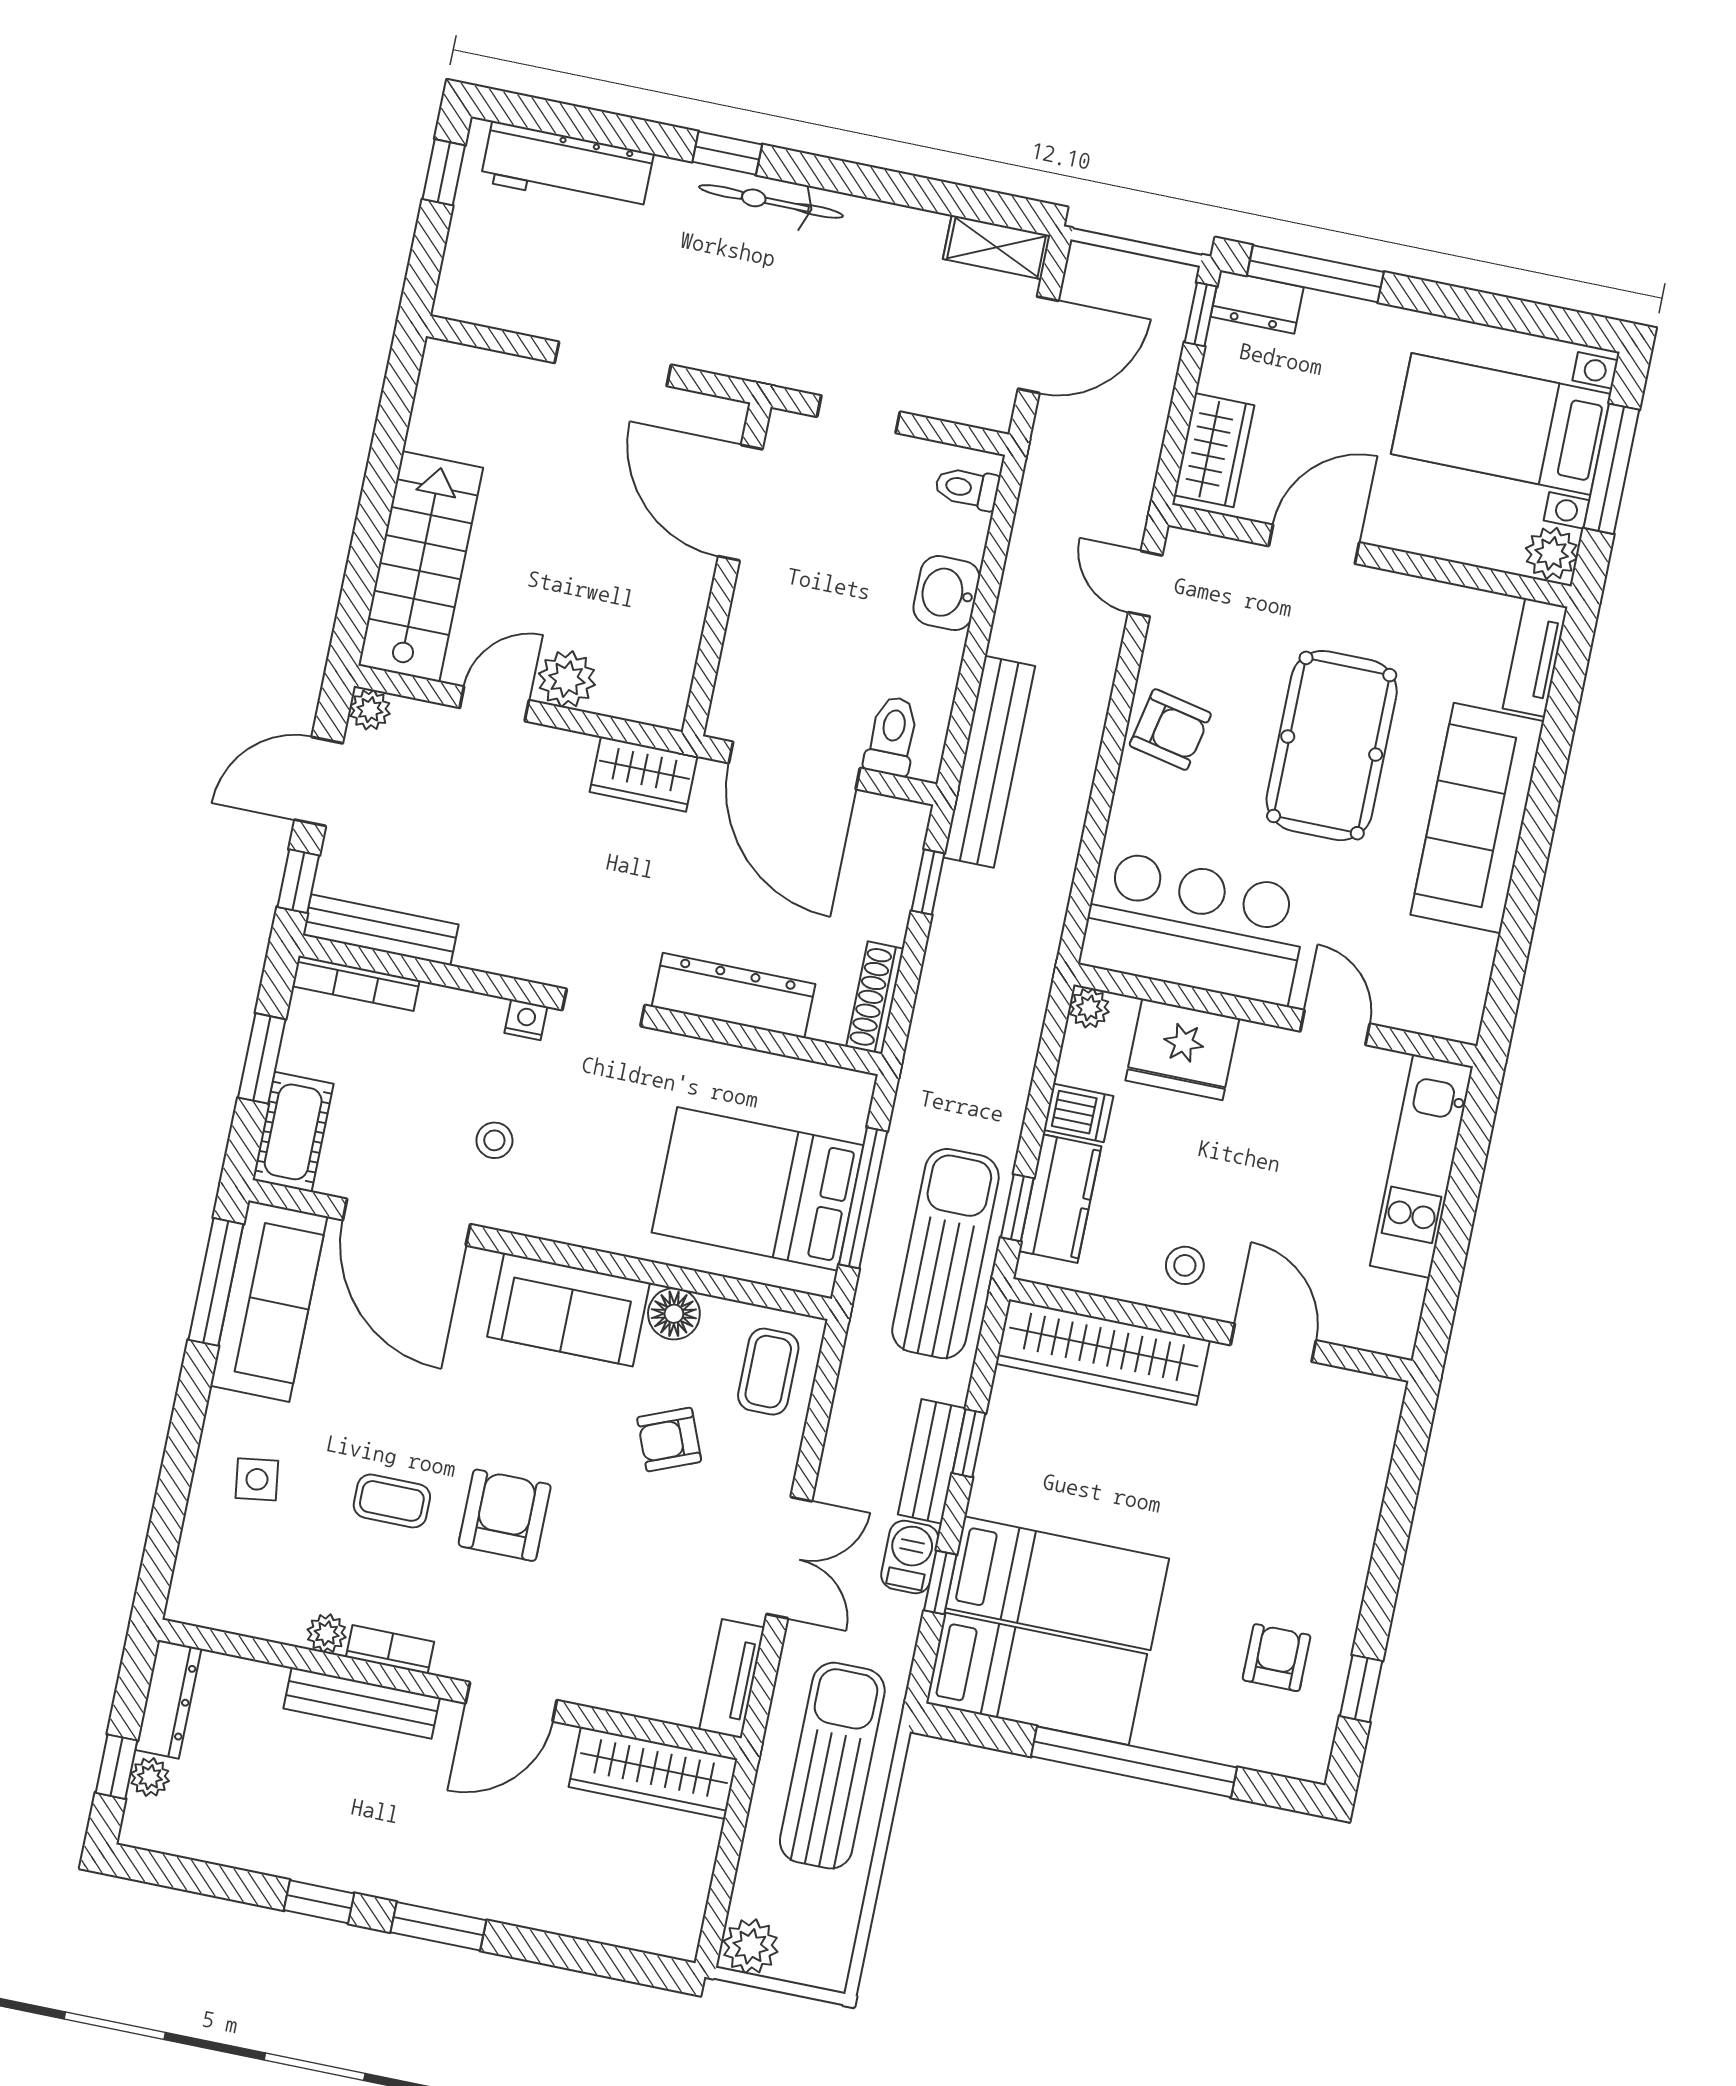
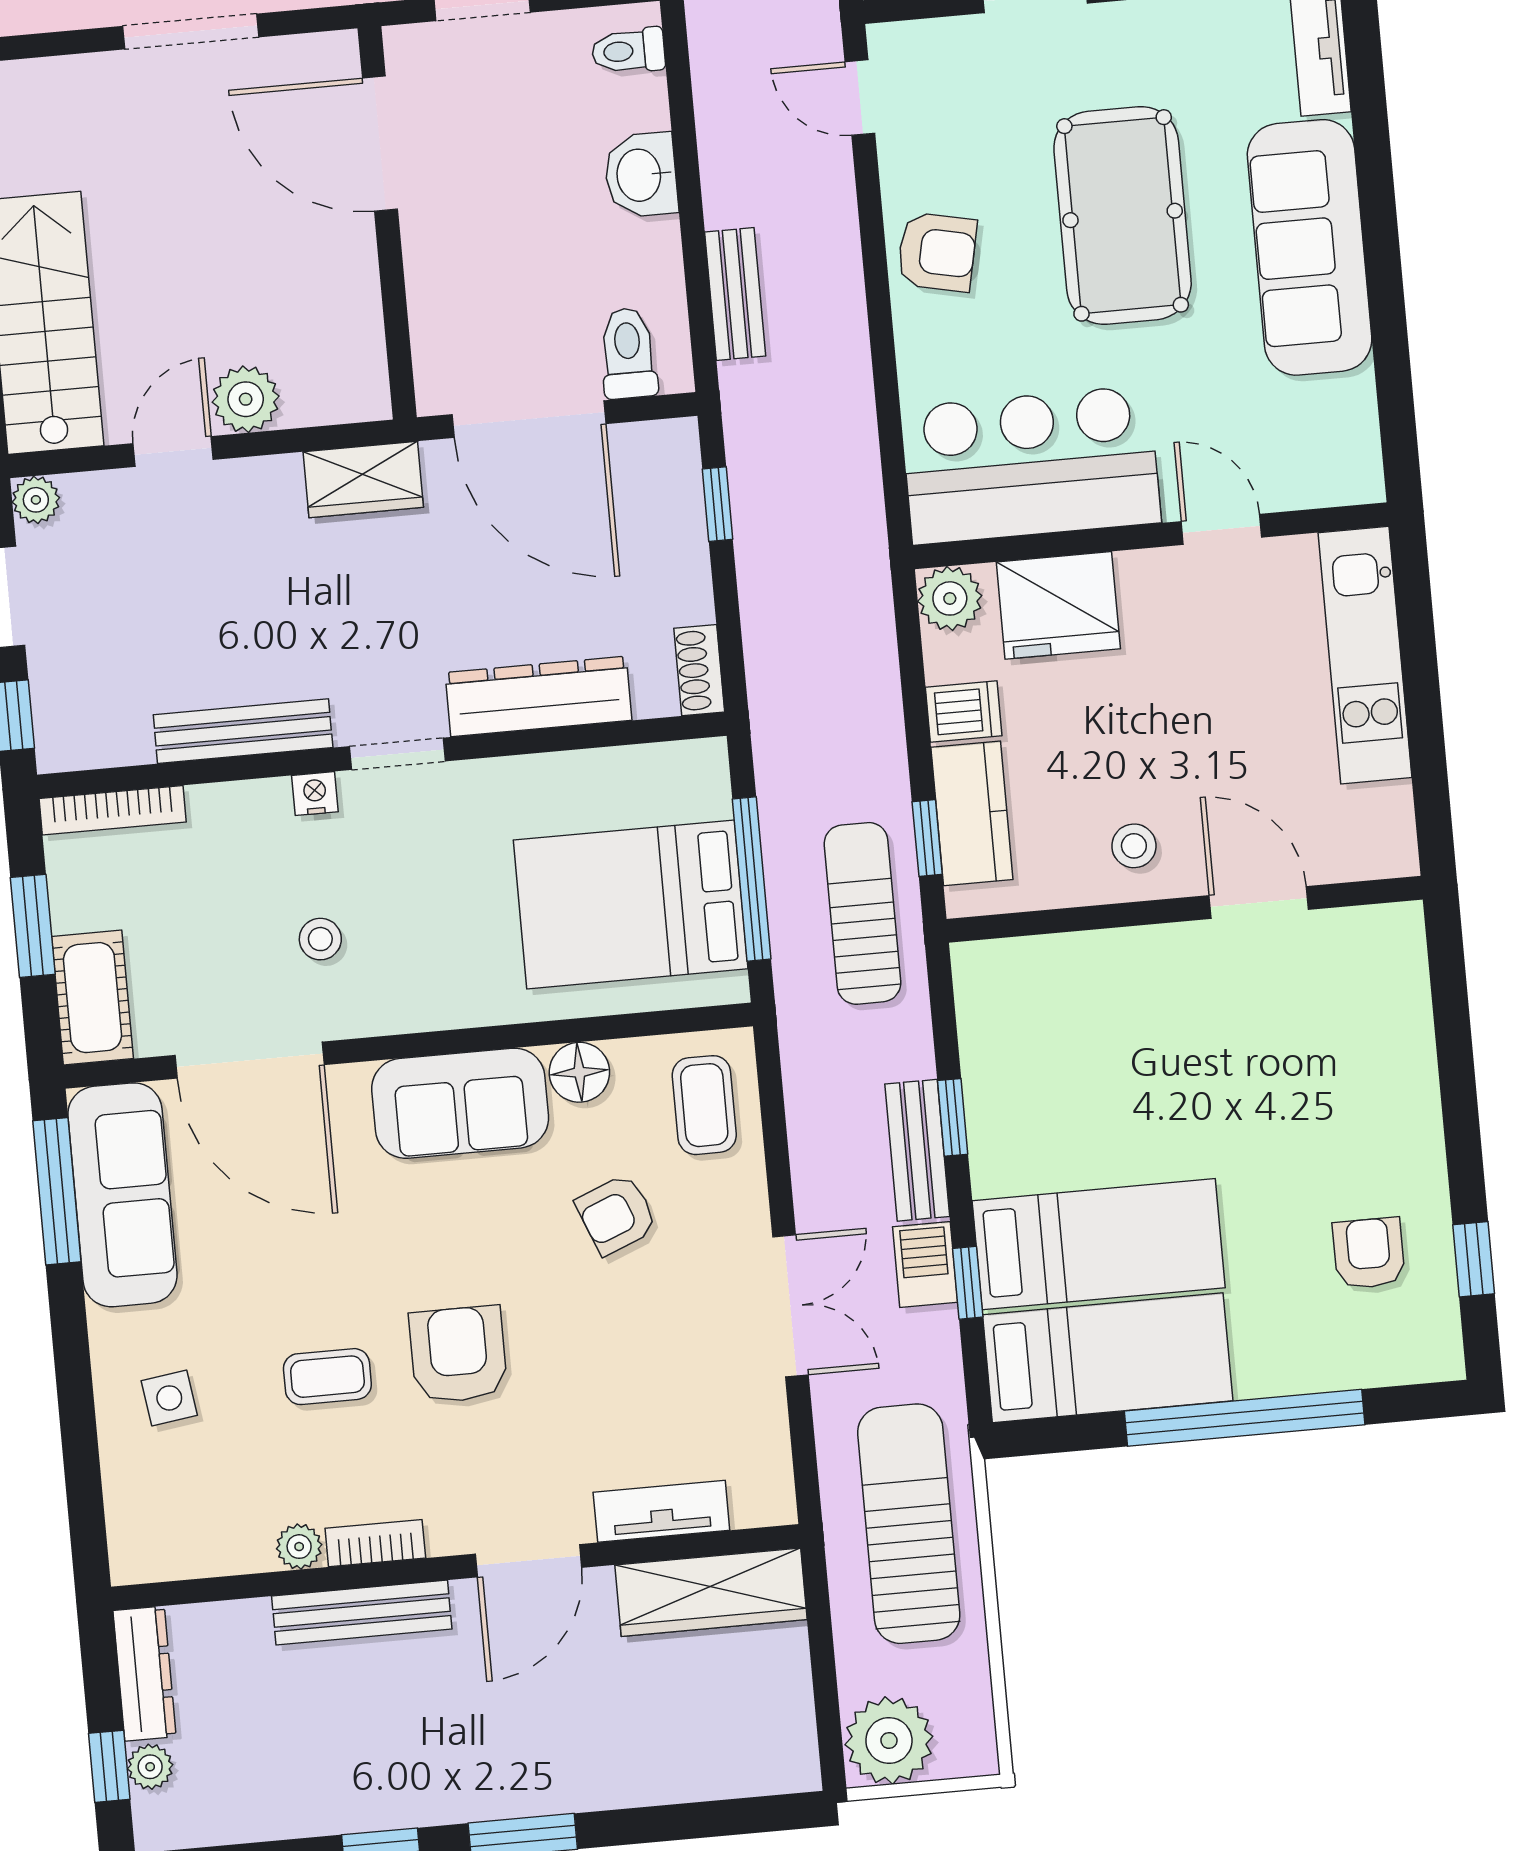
bench: (989, 762) -> (735, 294), width x0.54, depth x0.82
bench: (381, 930) -> (243, 731), moved
shoe rack: (875, 998) -> (699, 670), width x0.70
plant: (1089, 1008) -> (950, 598), width x1.38, depth x1.38
sun lounger: (945, 1254) -> (862, 913), width x0.73, depth x0.75
wardrobe: (1103, 1352) -> (1071, 970), removed
tv unit: (732, 1679) -> (661, 1511), moved, turned 90
plant: (750, 1946) -> (889, 1740), width x1.36, depth x1.36

